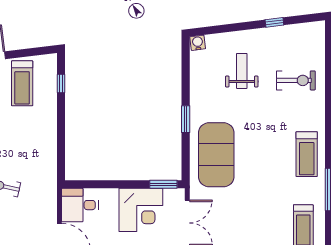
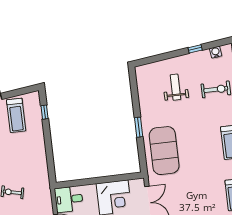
water cooler: (198, 43) -> (216, 52), moved
window: (163, 184) -> (128, 177), removed

